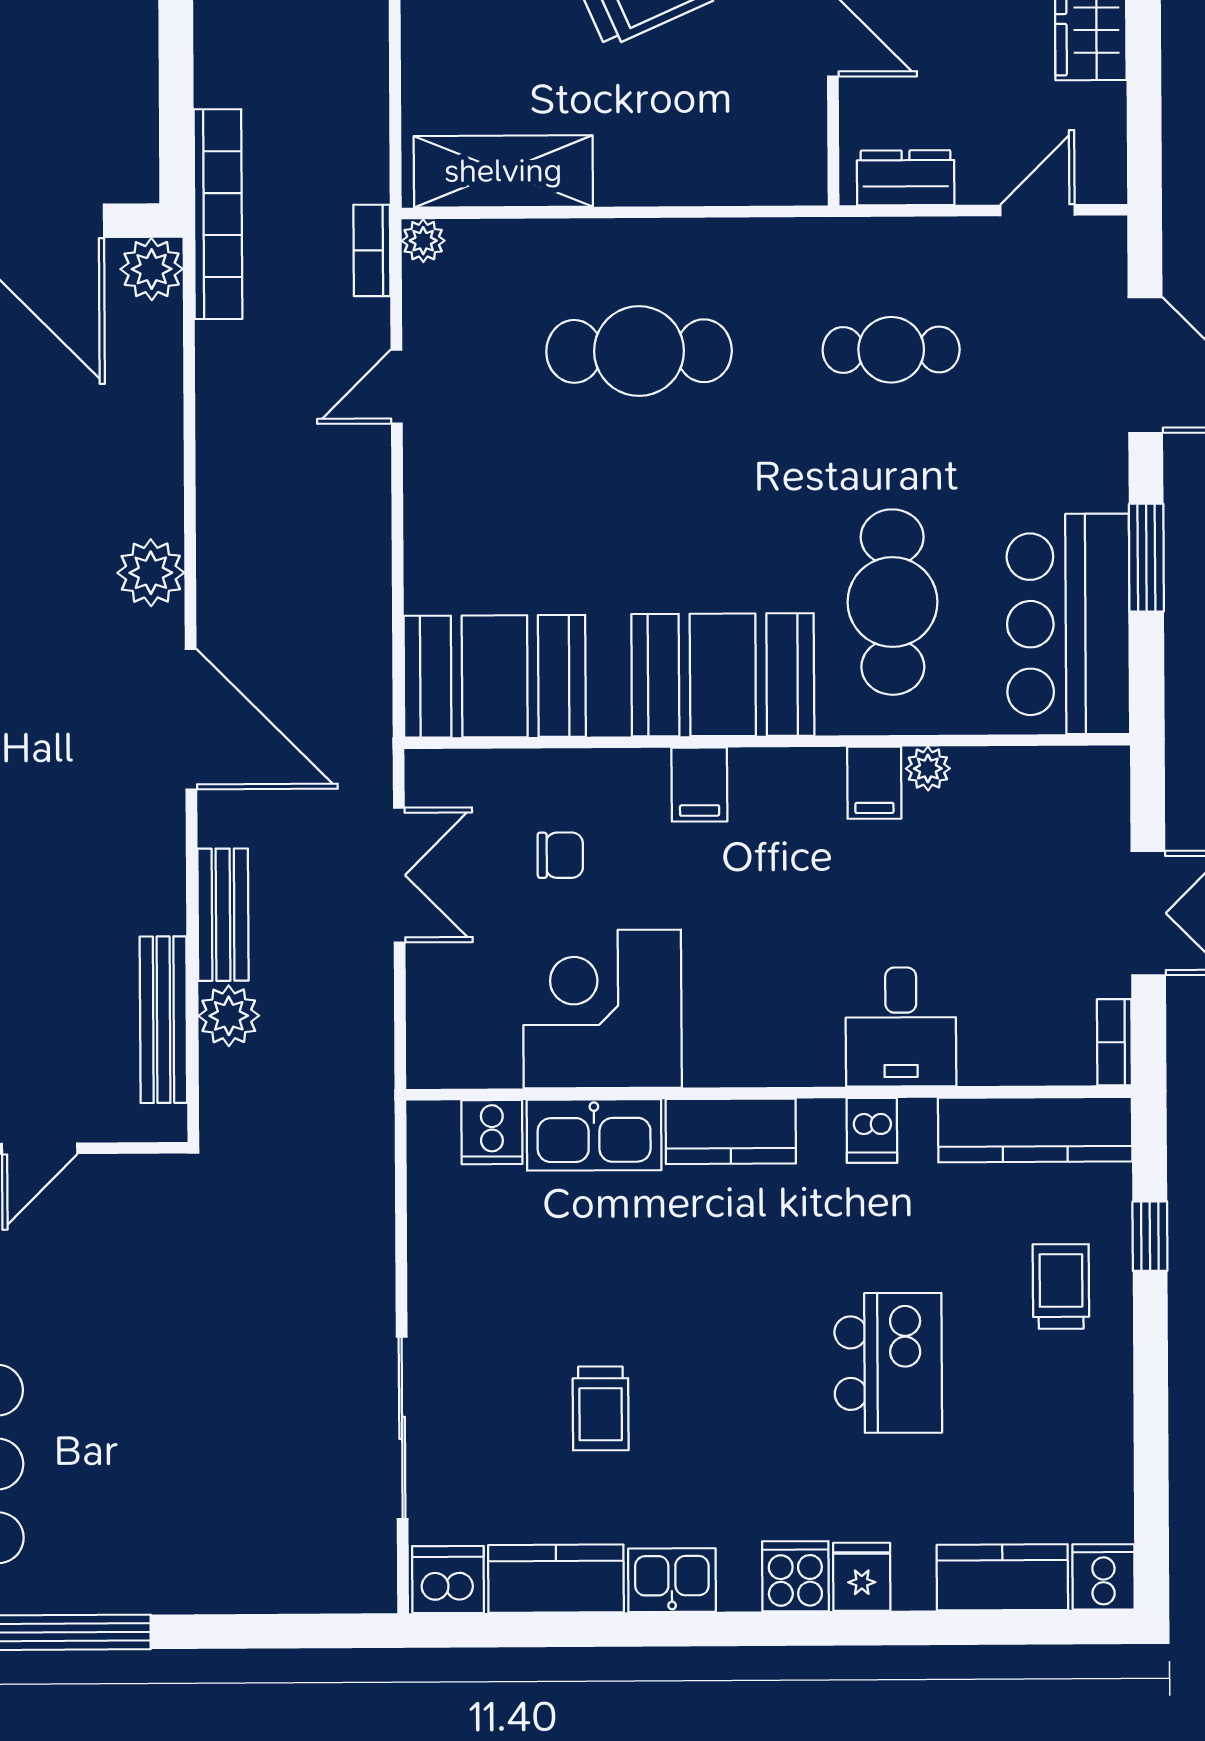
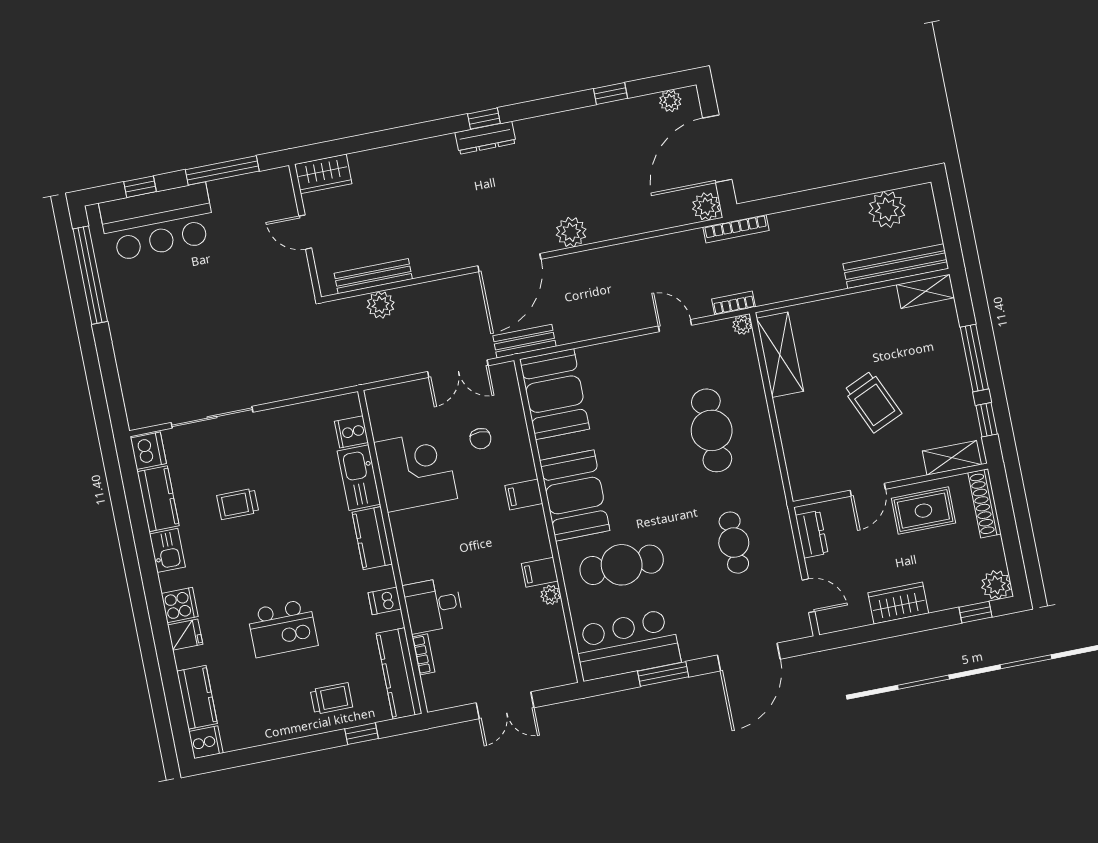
bookcase: (218, 214) -> (736, 229), width x0.68, depth x0.76
bench: (223, 915) -> (524, 341), moved
bookcase: (1114, 1042) -> (423, 654), moved, turned 90

